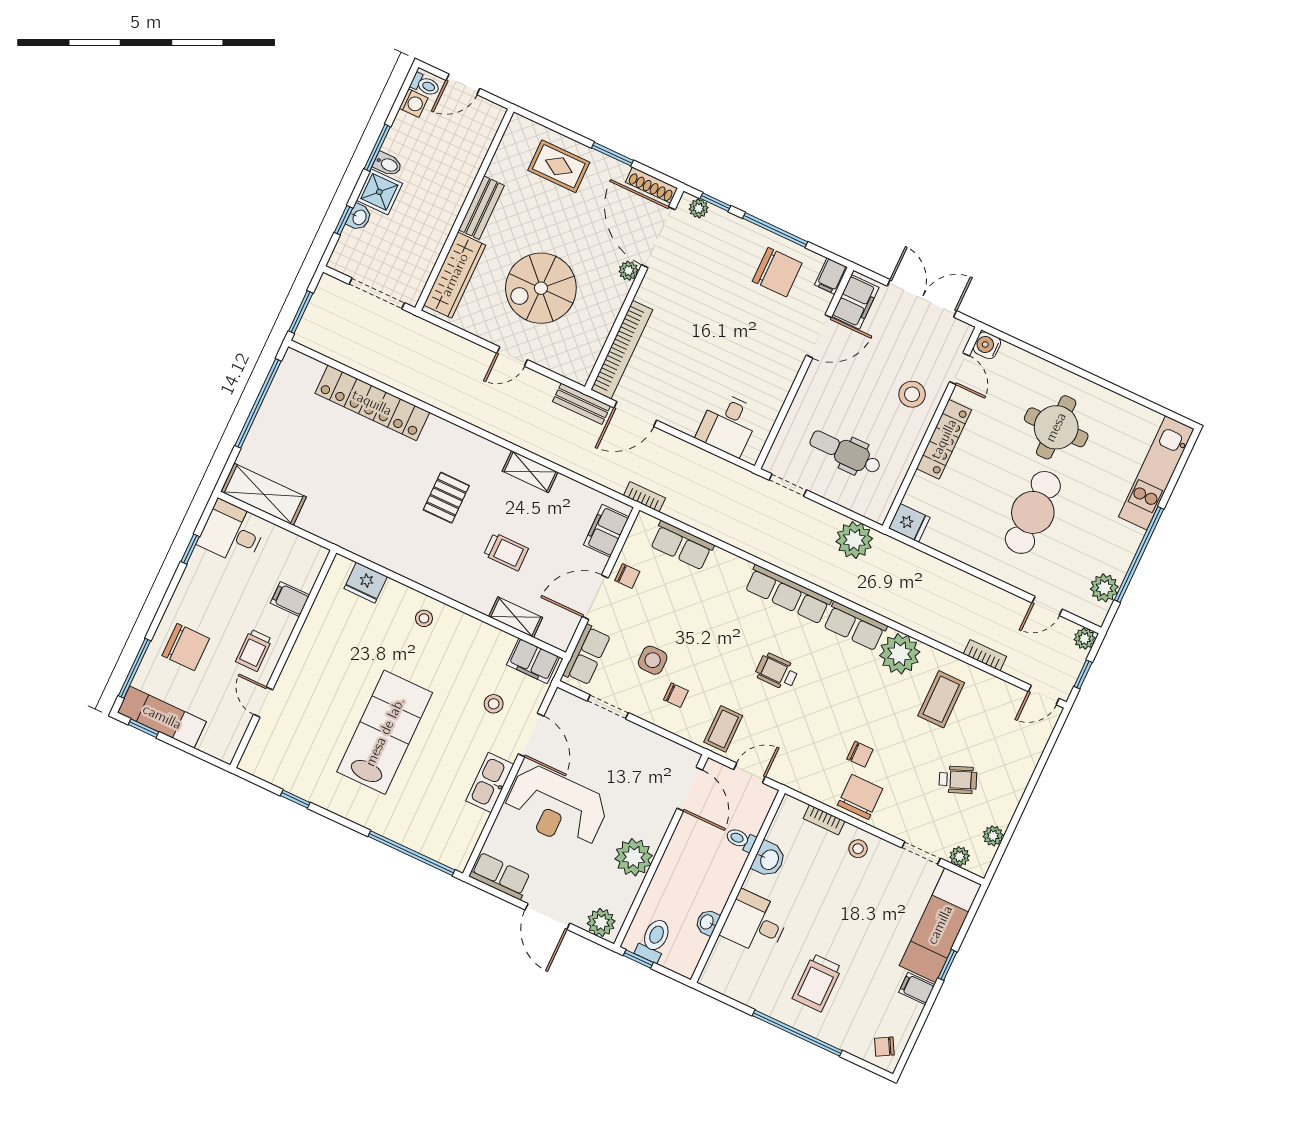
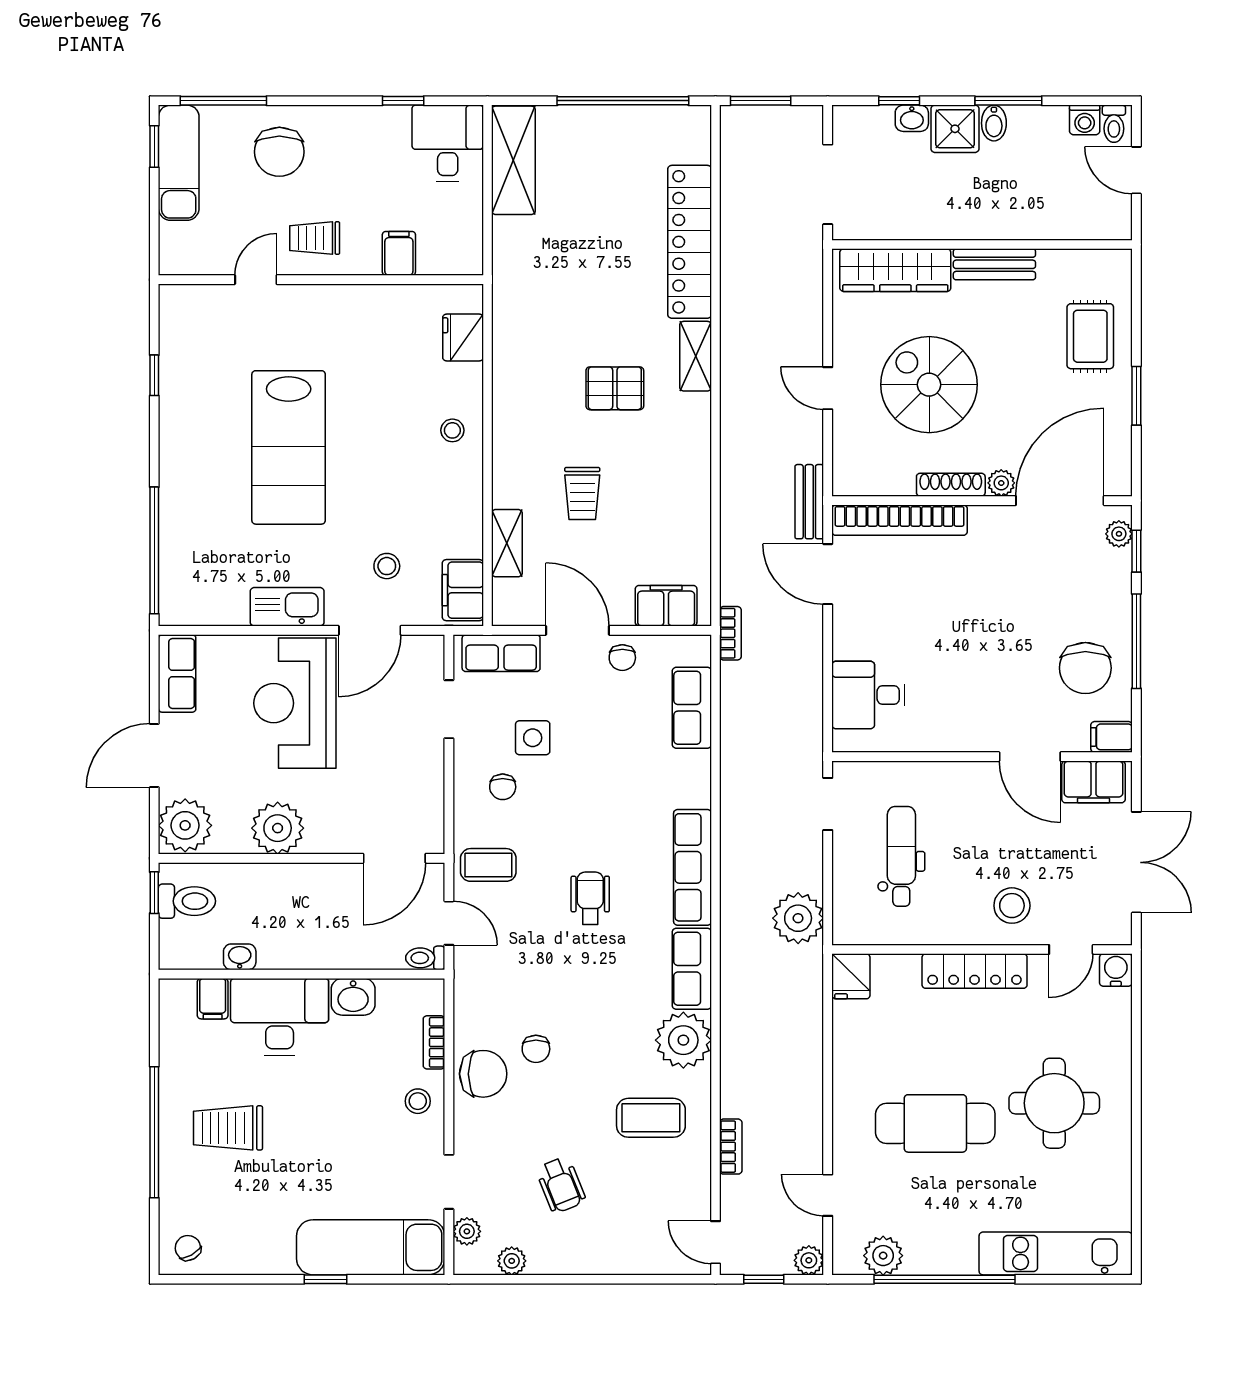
shoe rack: (652, 185) -> (951, 485), moved, turned 90
shelving: (530, 472) -> (696, 356), moved
lab bench: (385, 732) -> (289, 447), turned 90
toilet: (741, 839) -> (425, 958), moved, turned -90
plant: (601, 922) -> (185, 825), width x1.36, depth x1.36
desk: (755, 923) -> (280, 1017), width x1.37
filing cabinet: (917, 989) -> (213, 999), moved, turned 180

